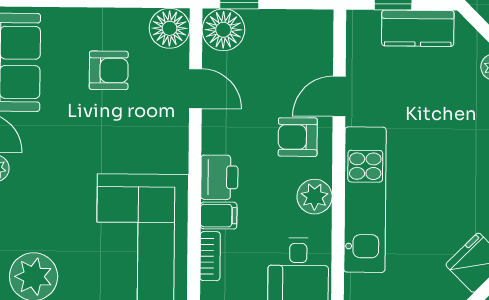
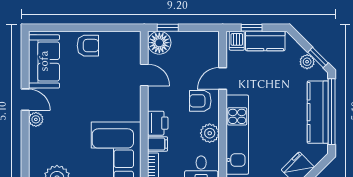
dishwasher: (366, 27) -> (237, 41), added
floor lamp: (170, 28) -> (130, 42), removed
armchair: (109, 70) -> (88, 46), moved

